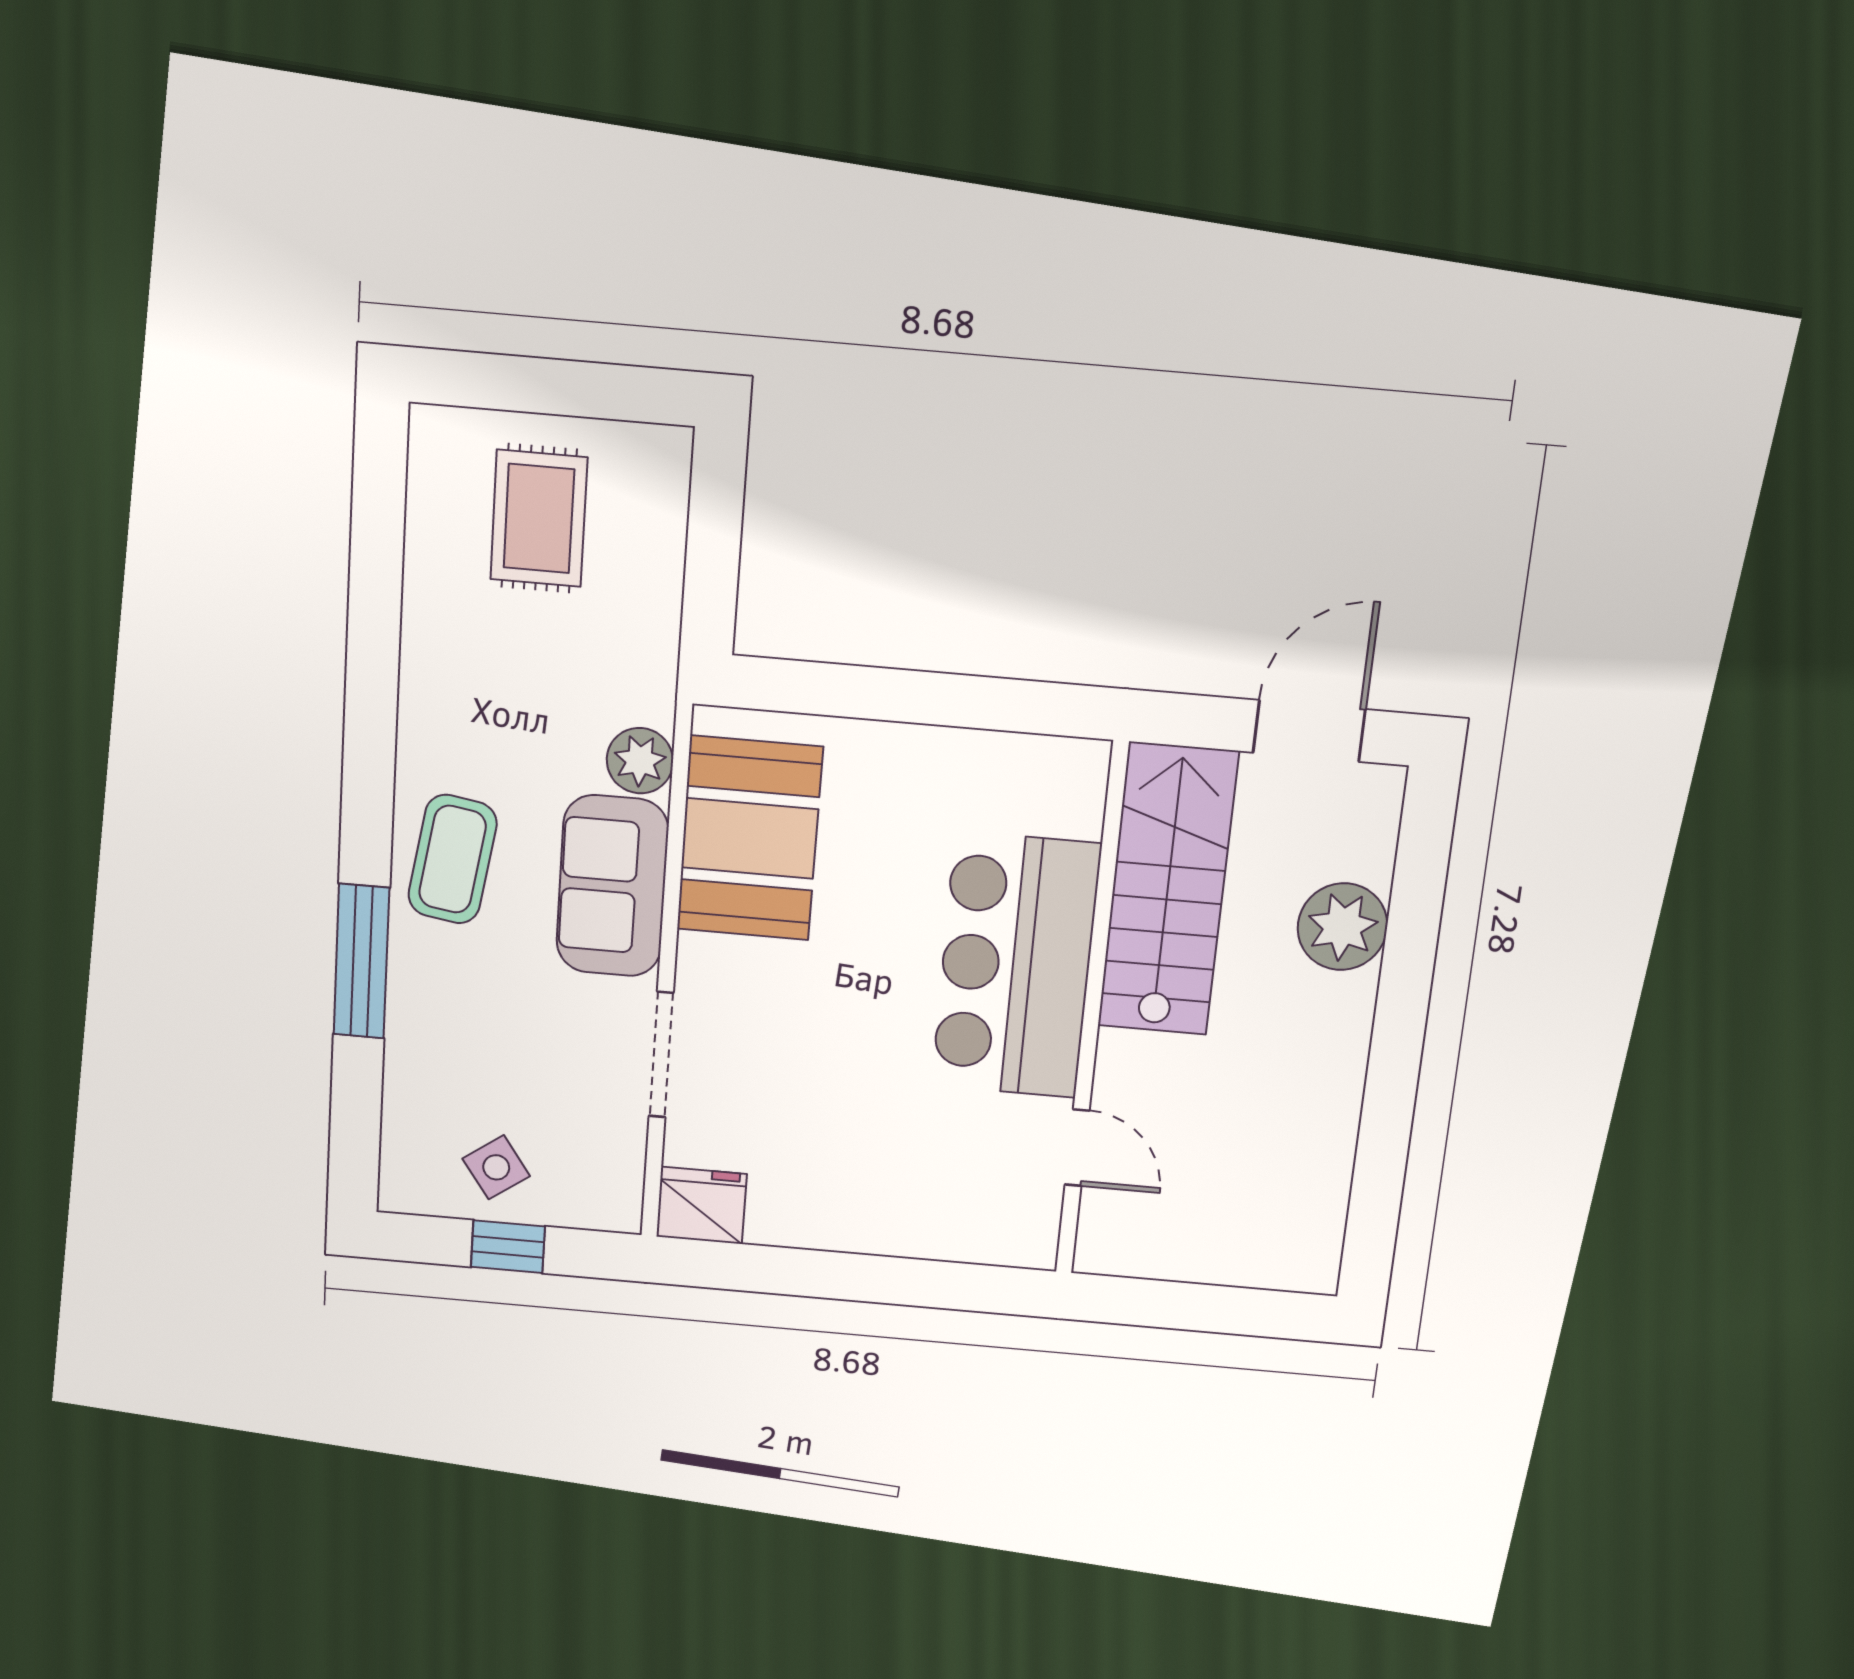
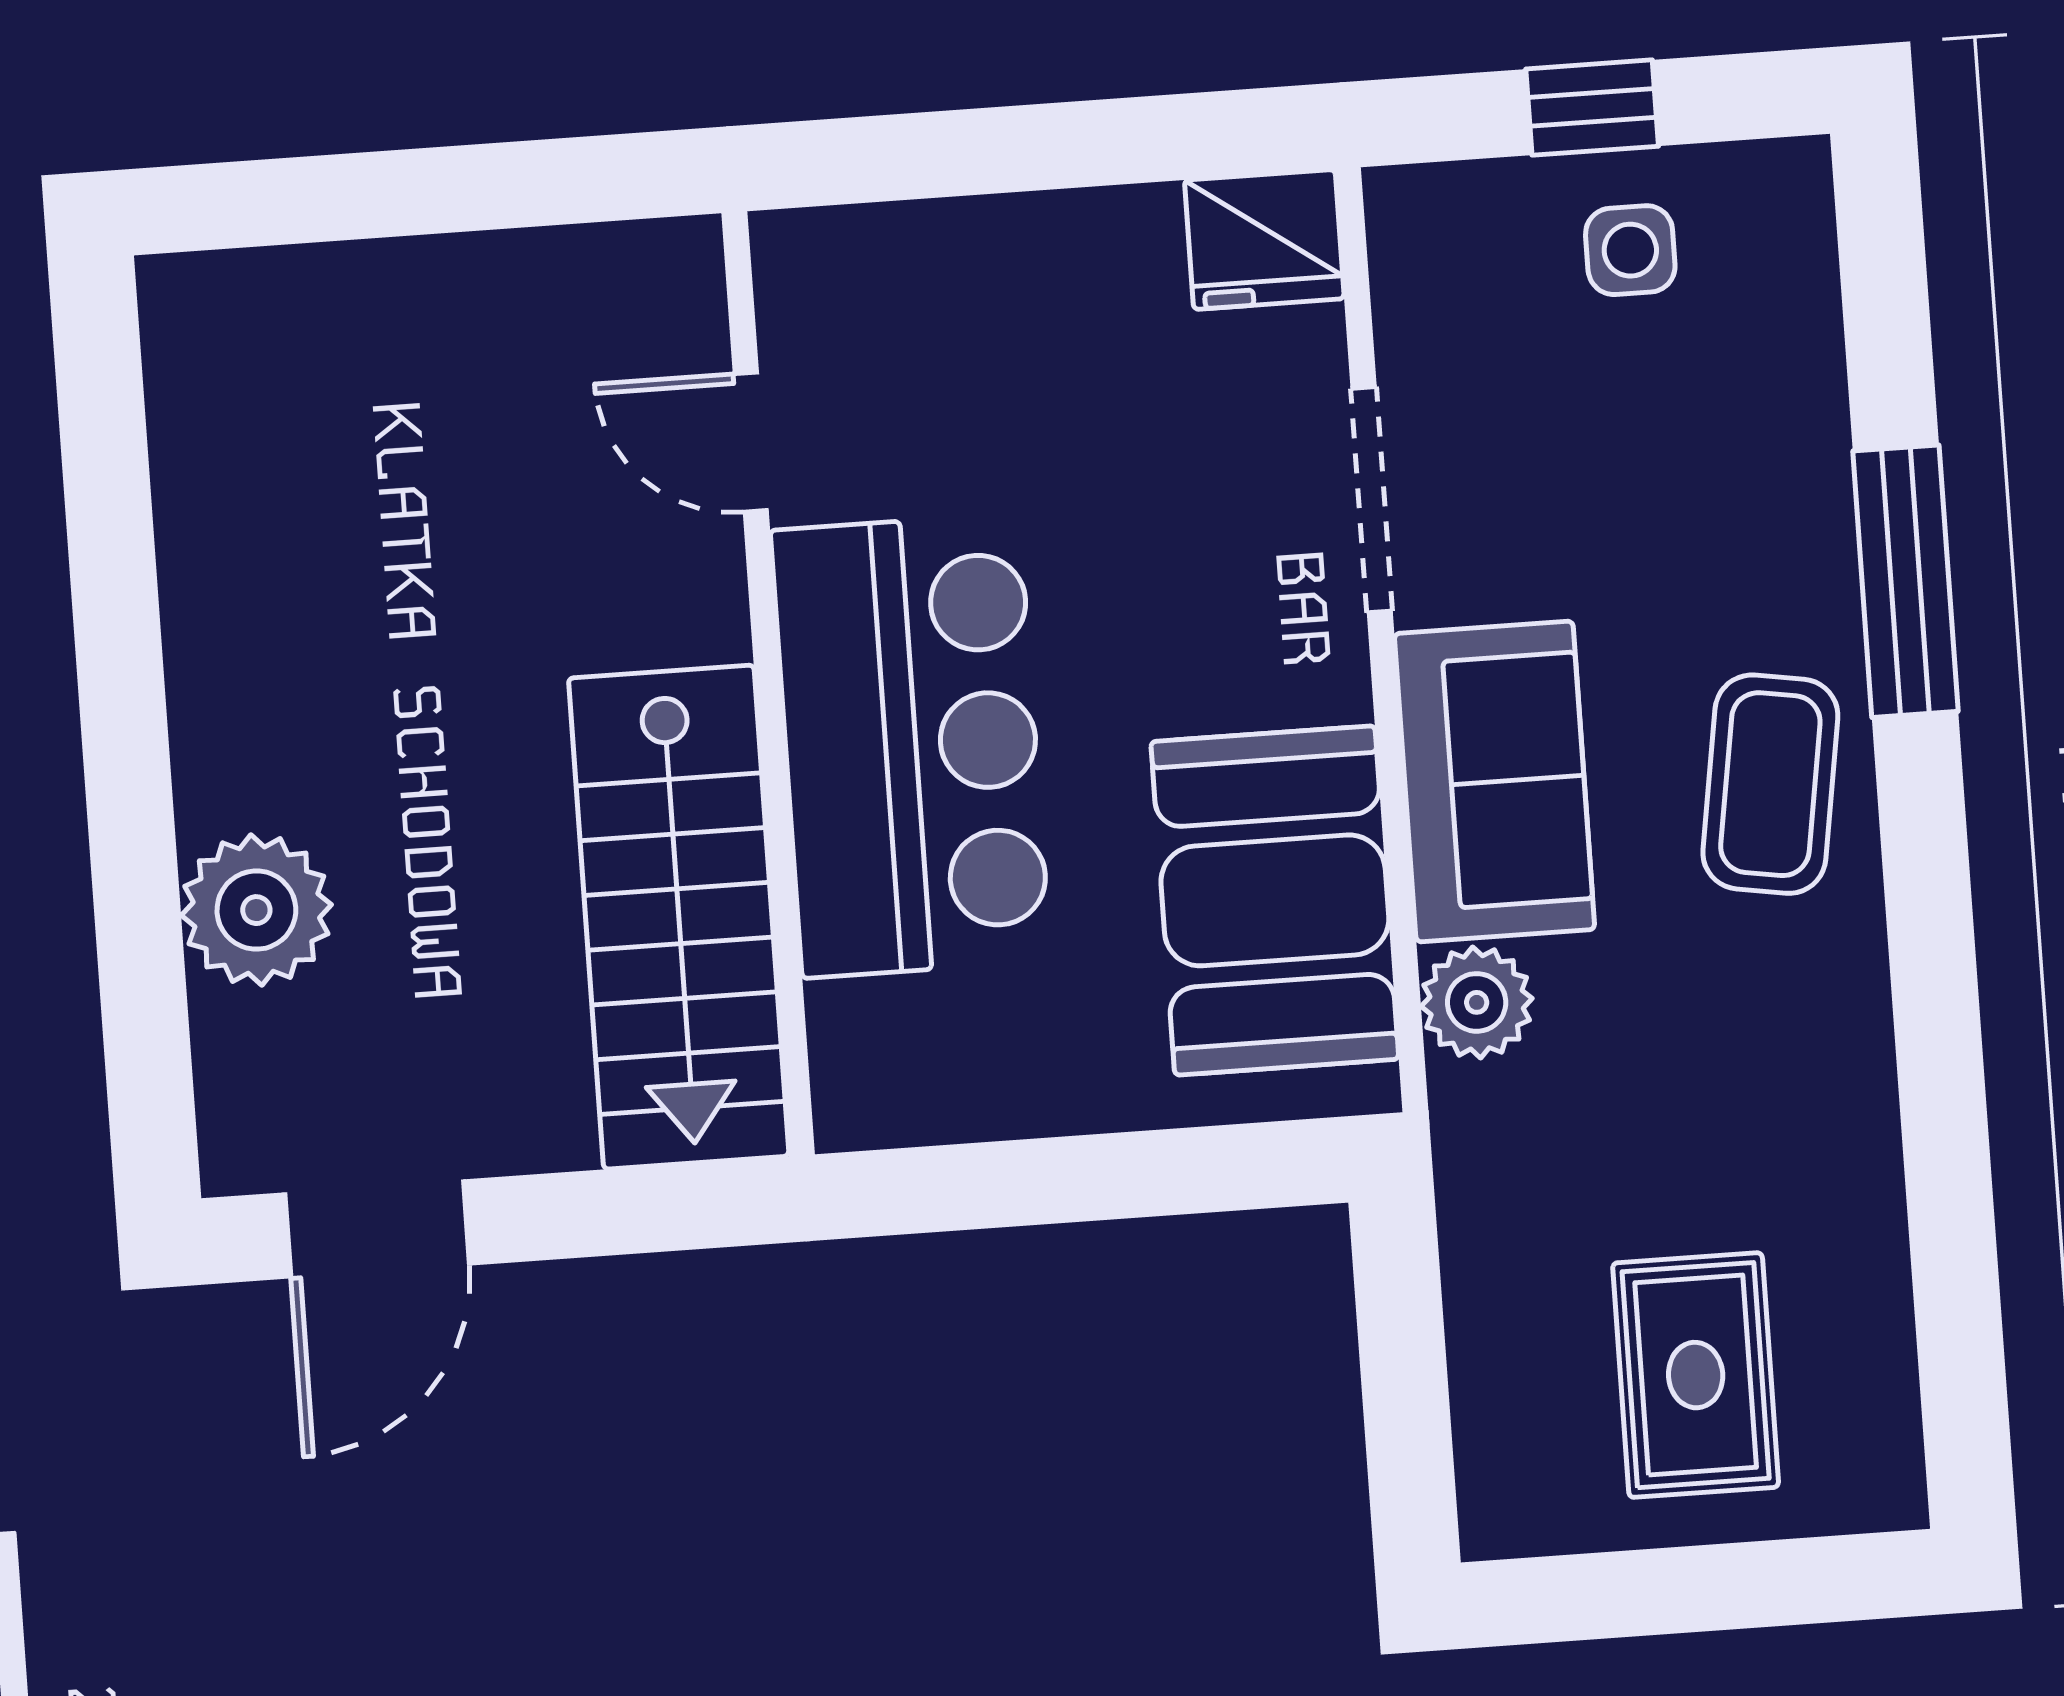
stairs: (1168, 890) -> (679, 917), moved
bar counter: (1016, 966) -> (911, 746), moved
wall: (1092, 1013) -> (768, 684), moved
door: (1077, 1148) -> (751, 442), moved
side table: (496, 1167) -> (1630, 250), turned 35

